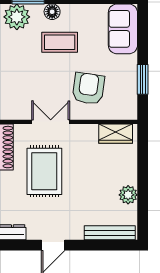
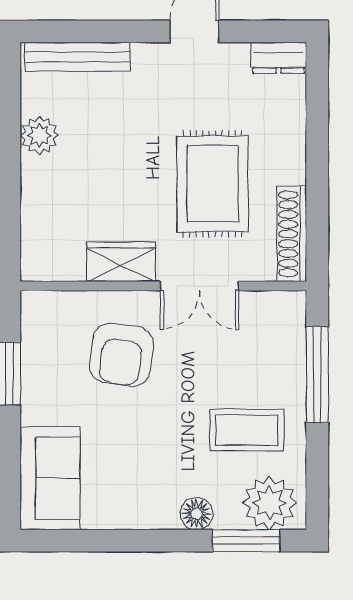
coffee table: (60, 42) -> (247, 430), moved
wardrobe: (116, 134) -> (121, 262), moved

